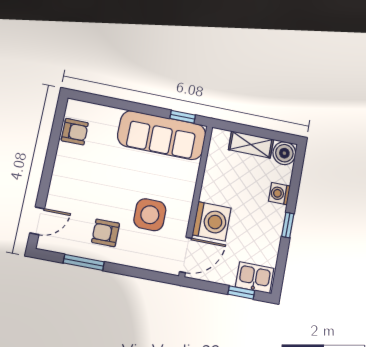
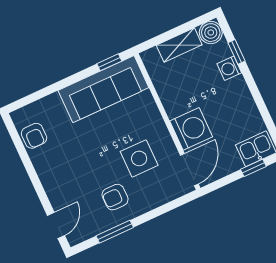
armchair: (75, 132) -> (34, 136), turned 90
window: (288, 225) -> (237, 52), moved

